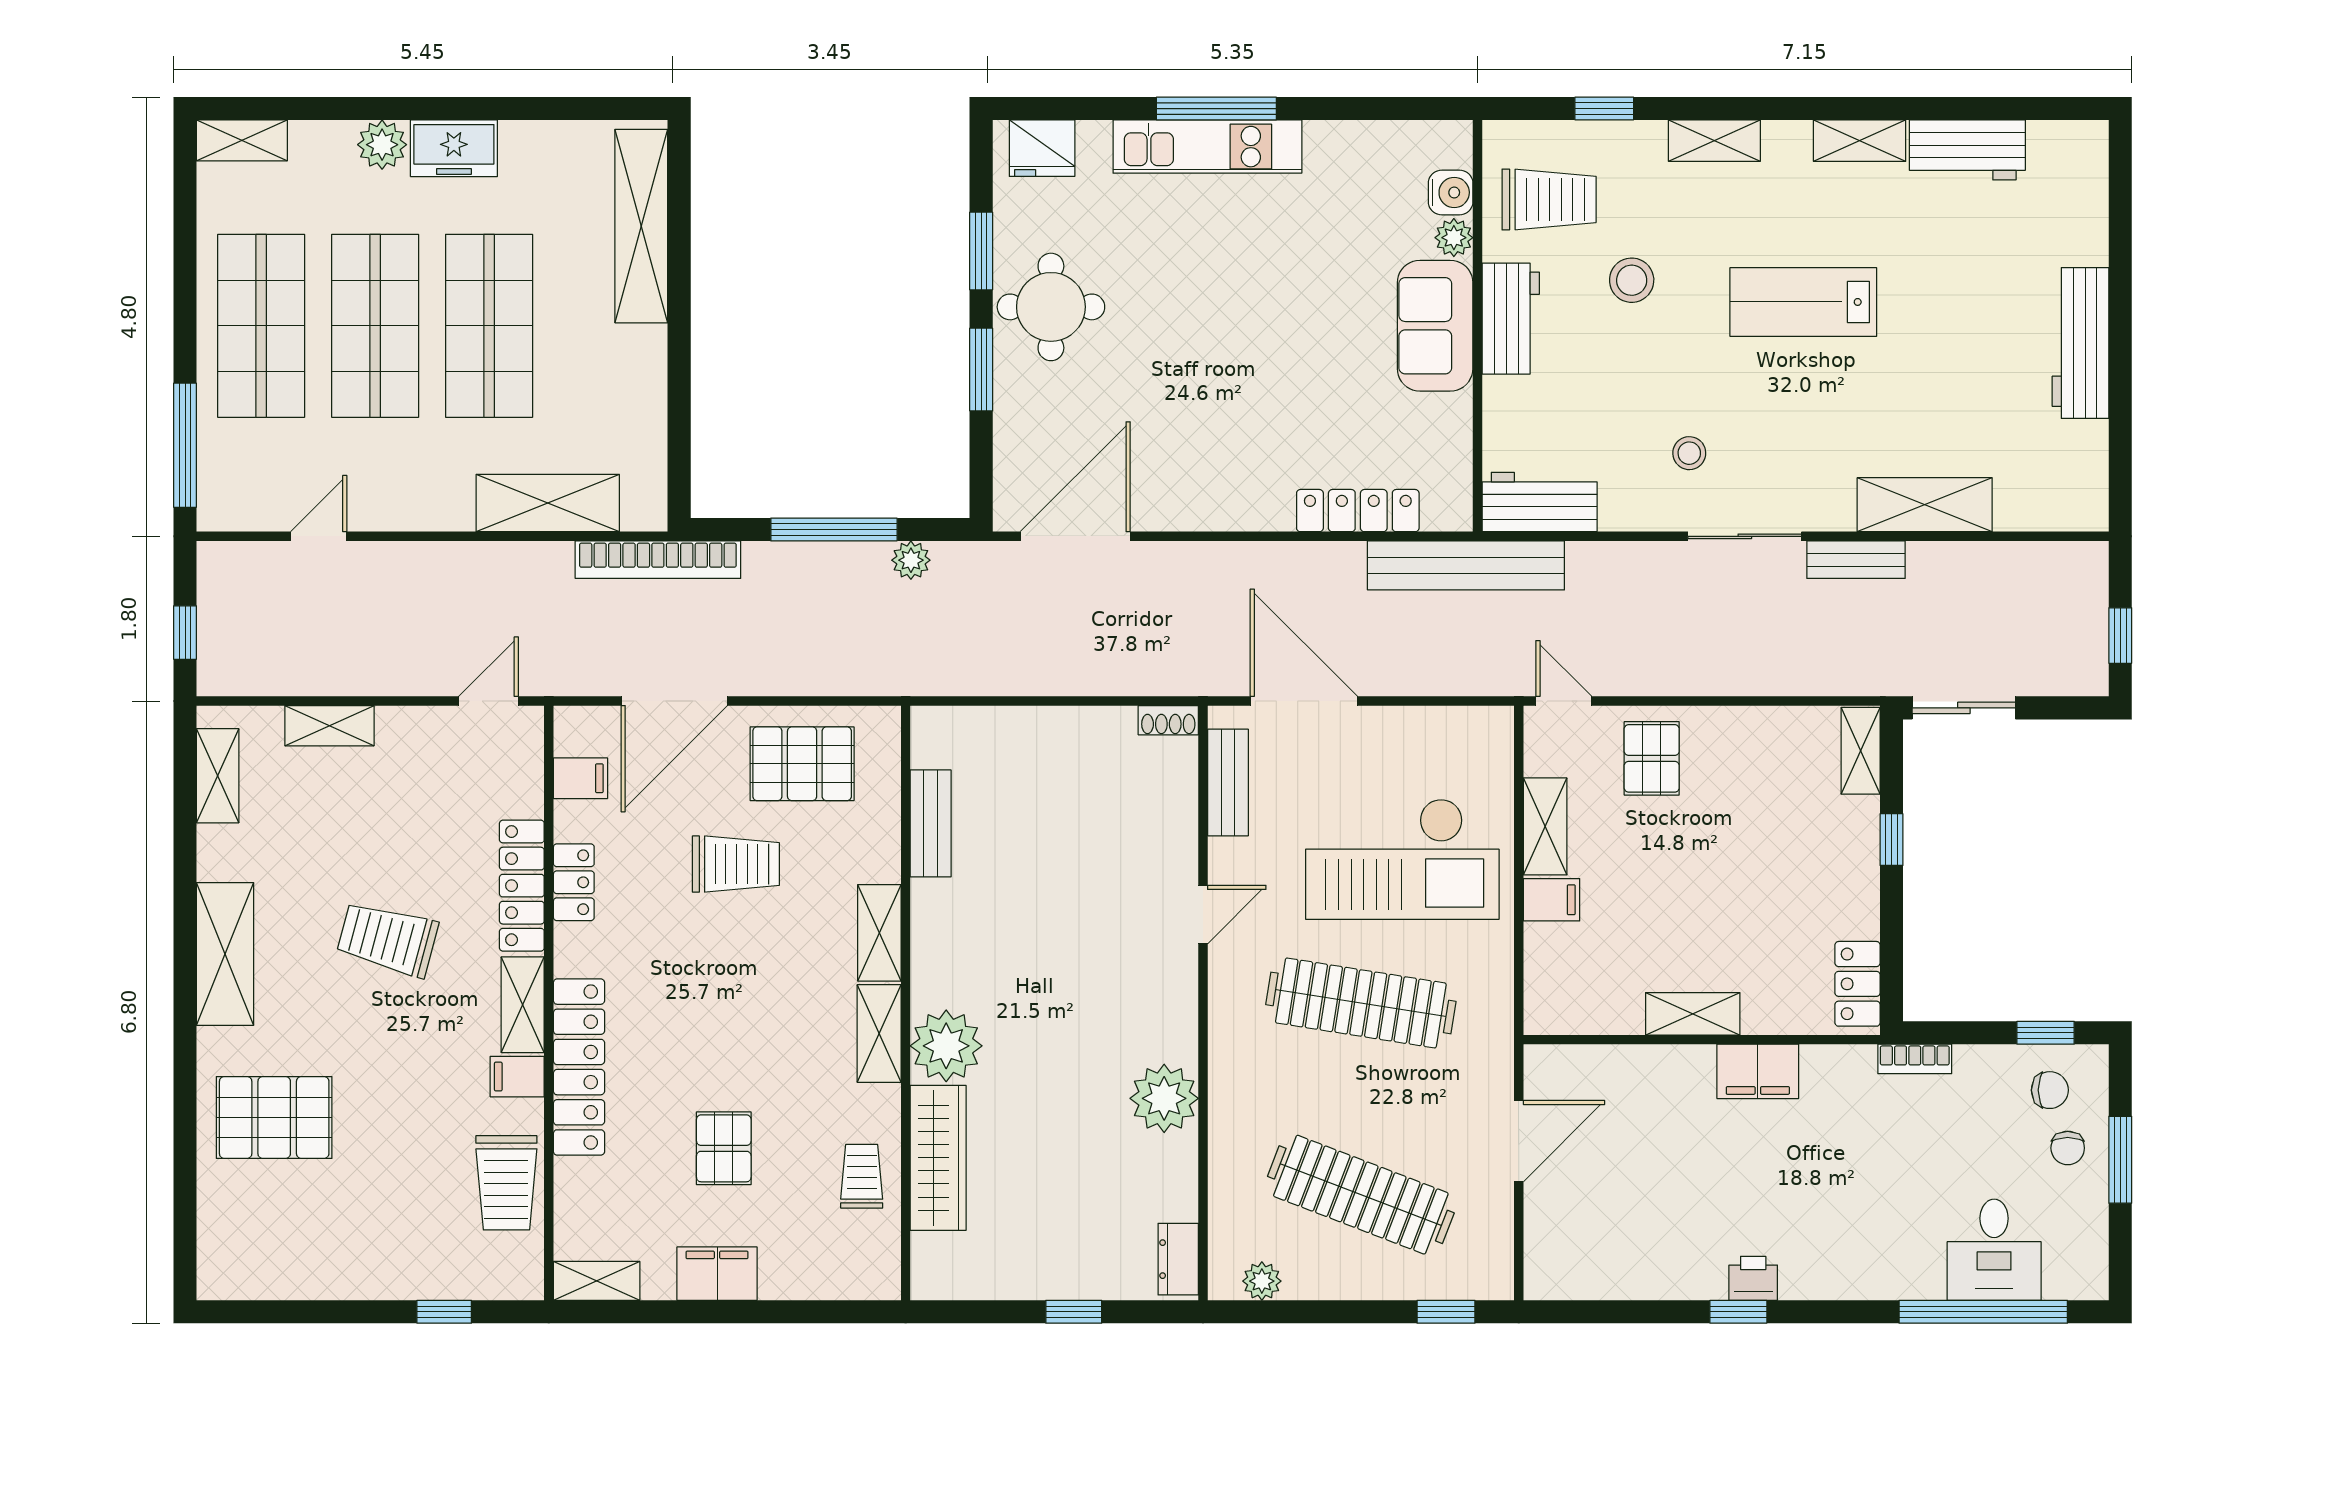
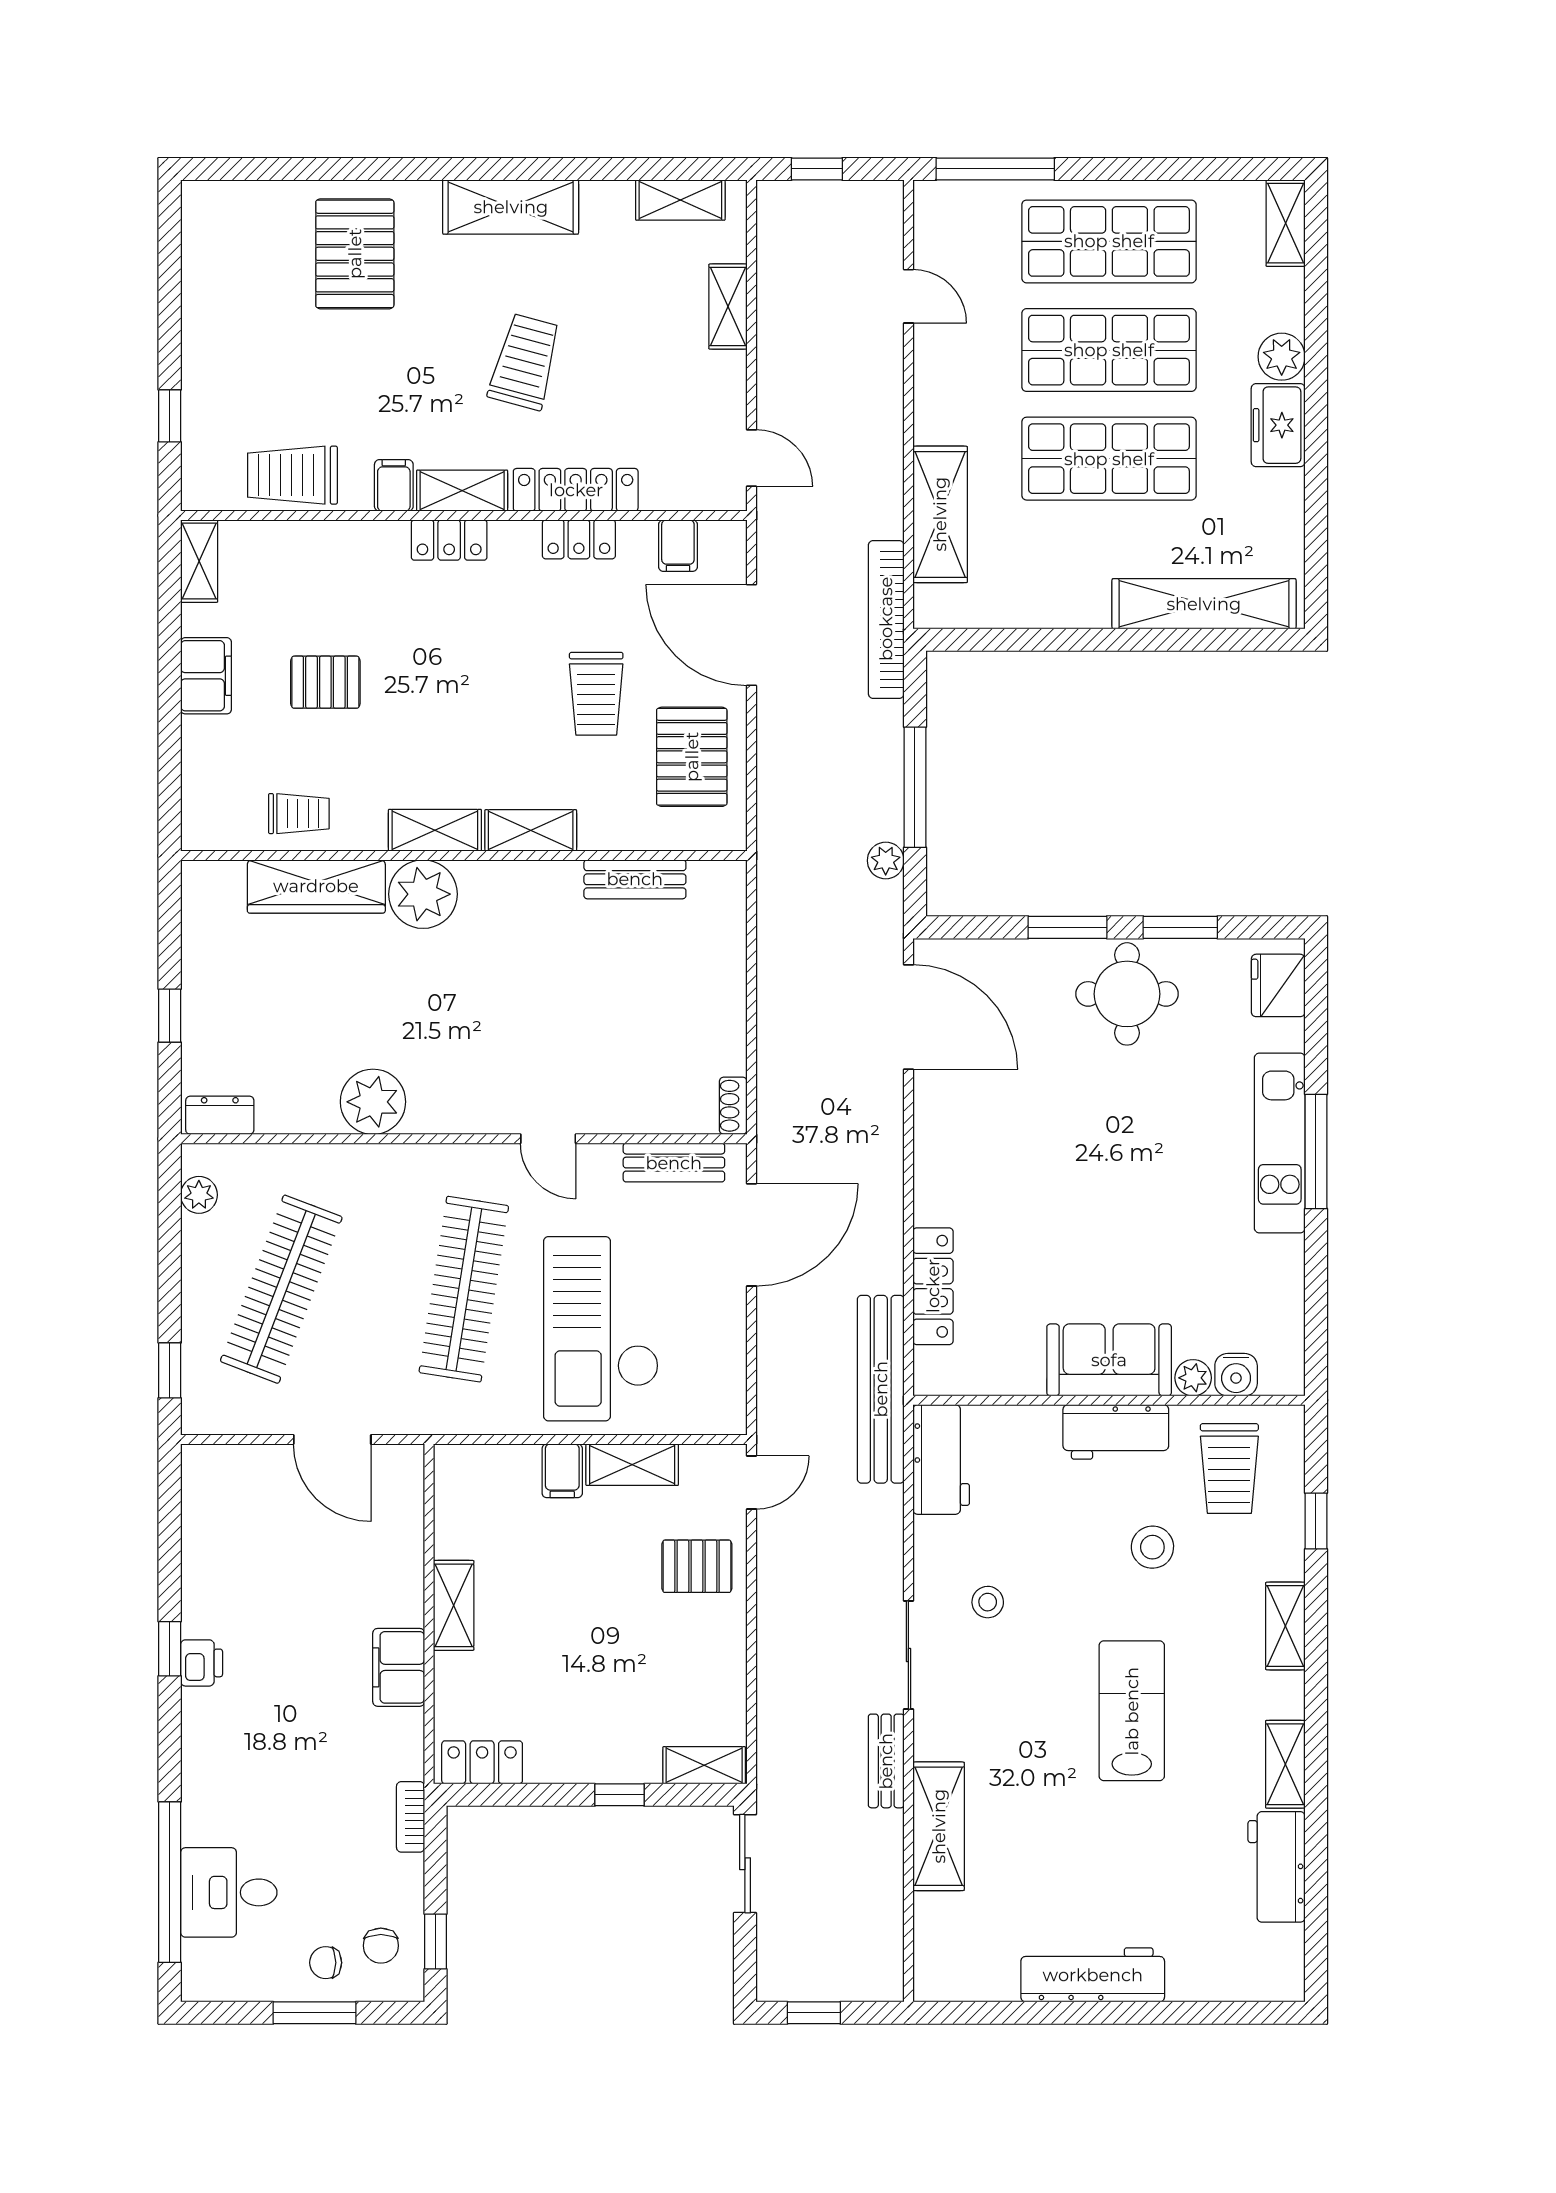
locker: (579, 1067) -> (449, 540), width x0.46, depth x0.83

